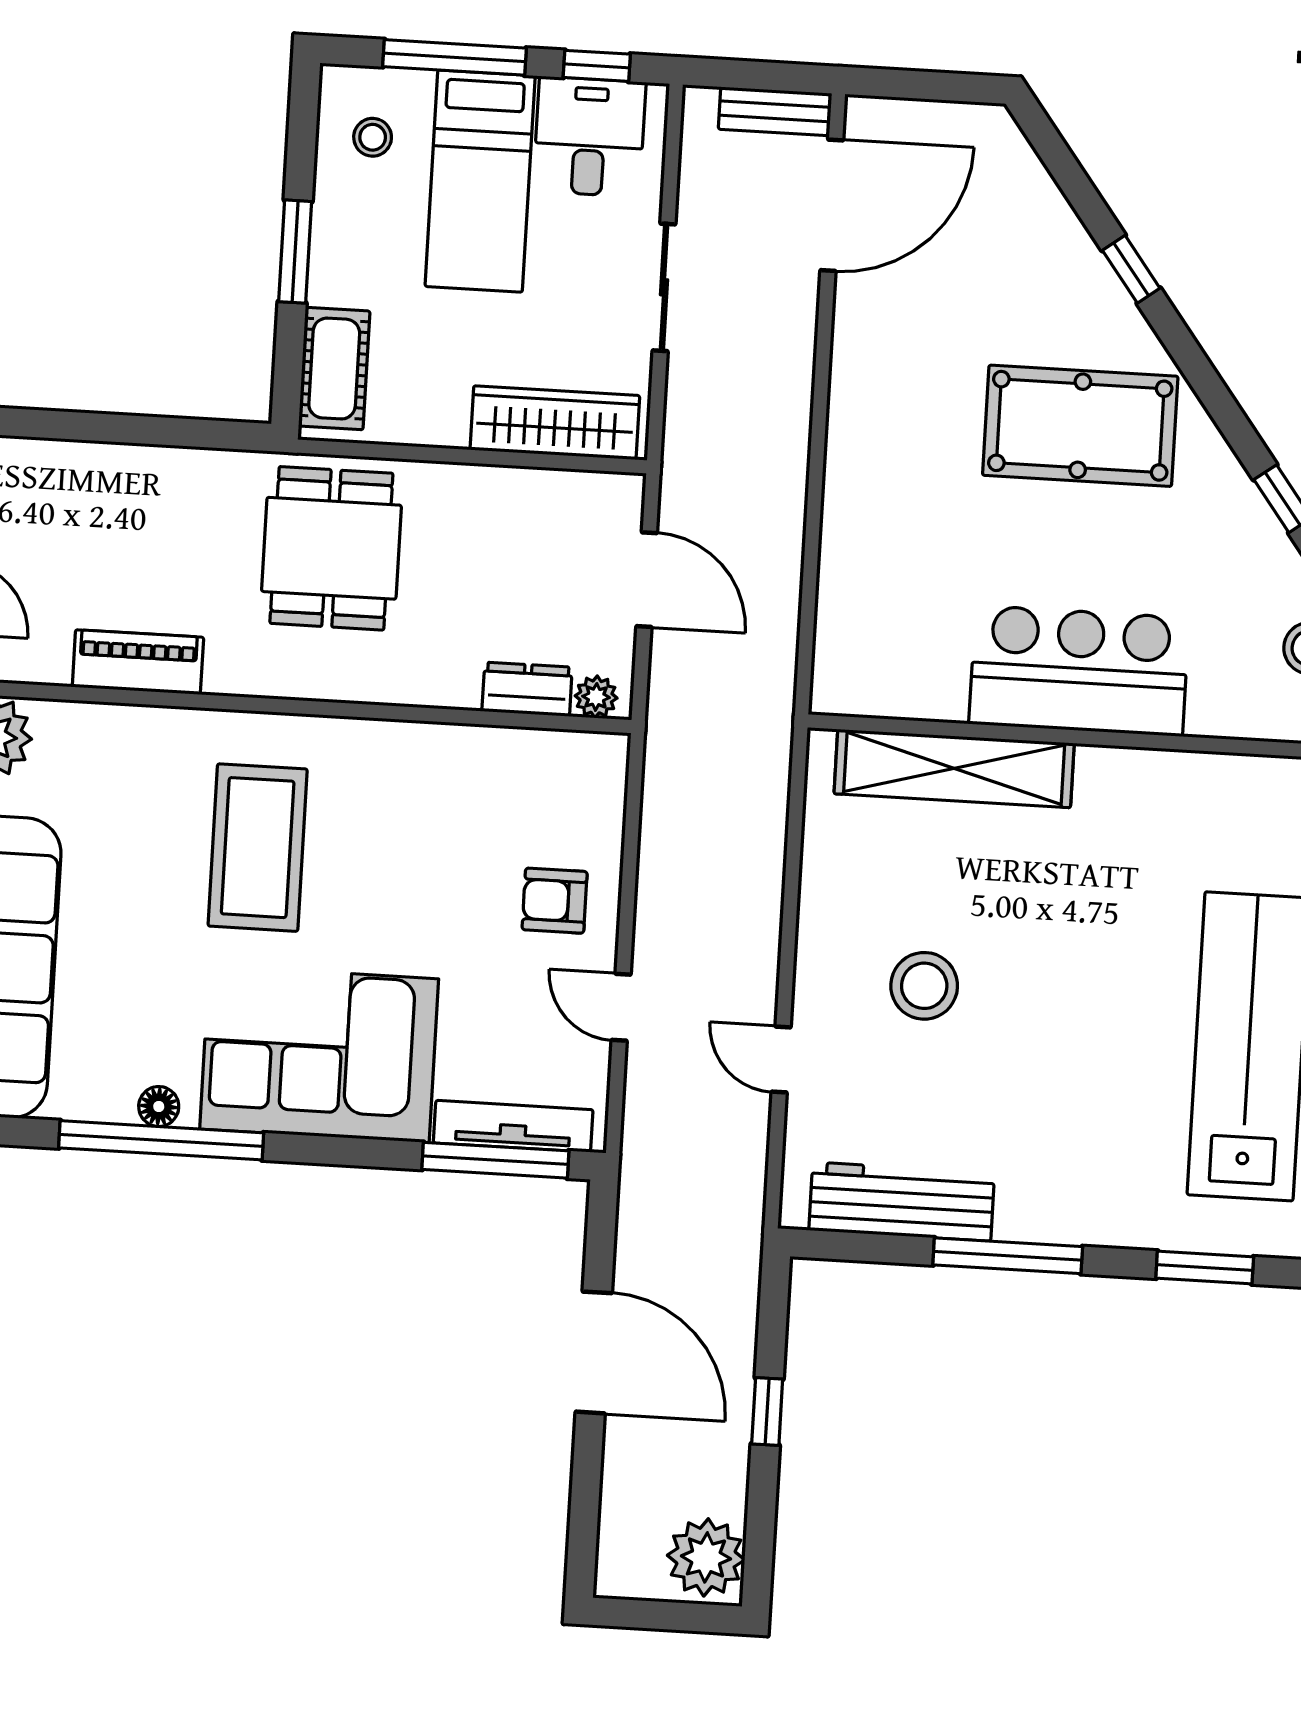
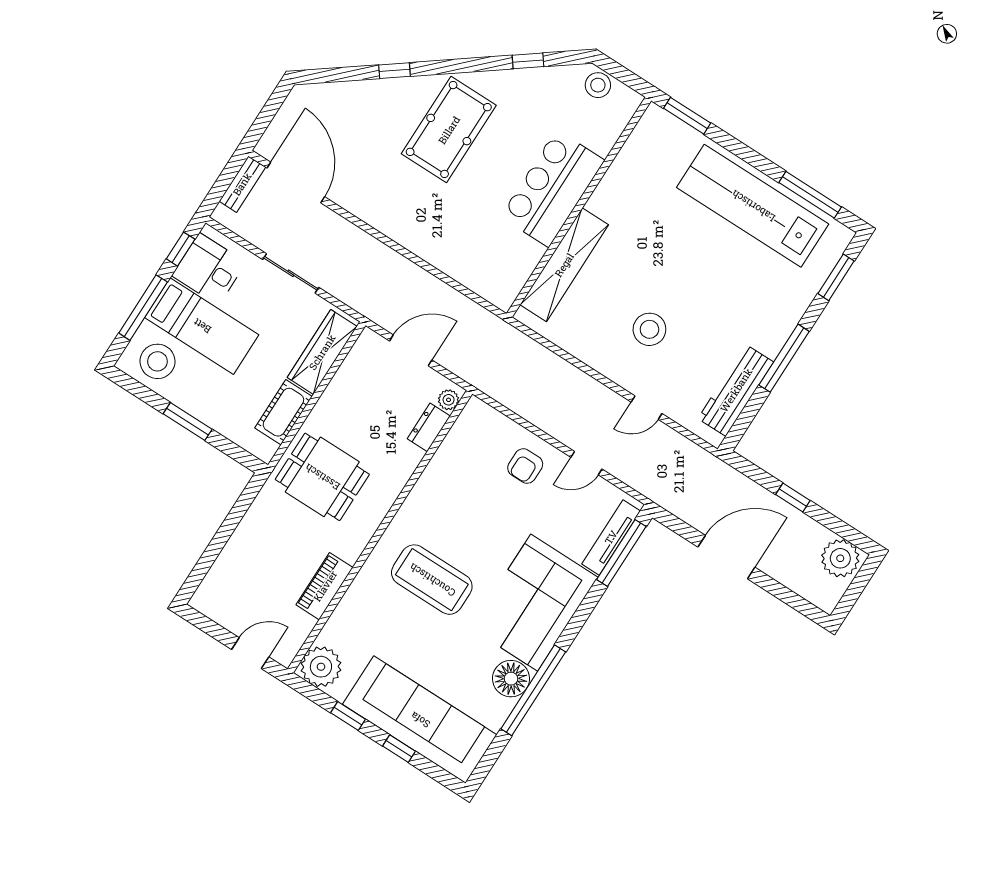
stool: (373, 137) -> (157, 361), width x1.89, depth x1.89
cot: (334, 369) -> (283, 412), moved, turned 90
floor lamp: (159, 1107) -> (511, 679), width x1.89, depth x1.89

